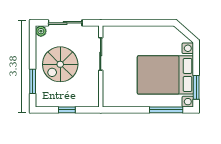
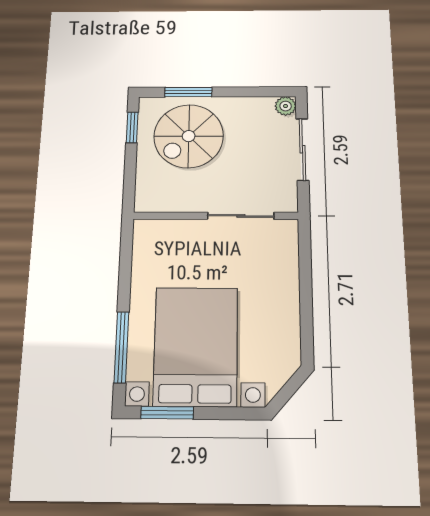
spiral stairs: (60, 64) -> (189, 136), moved, turned -90
window: (67, 110) -> (132, 127), moved

